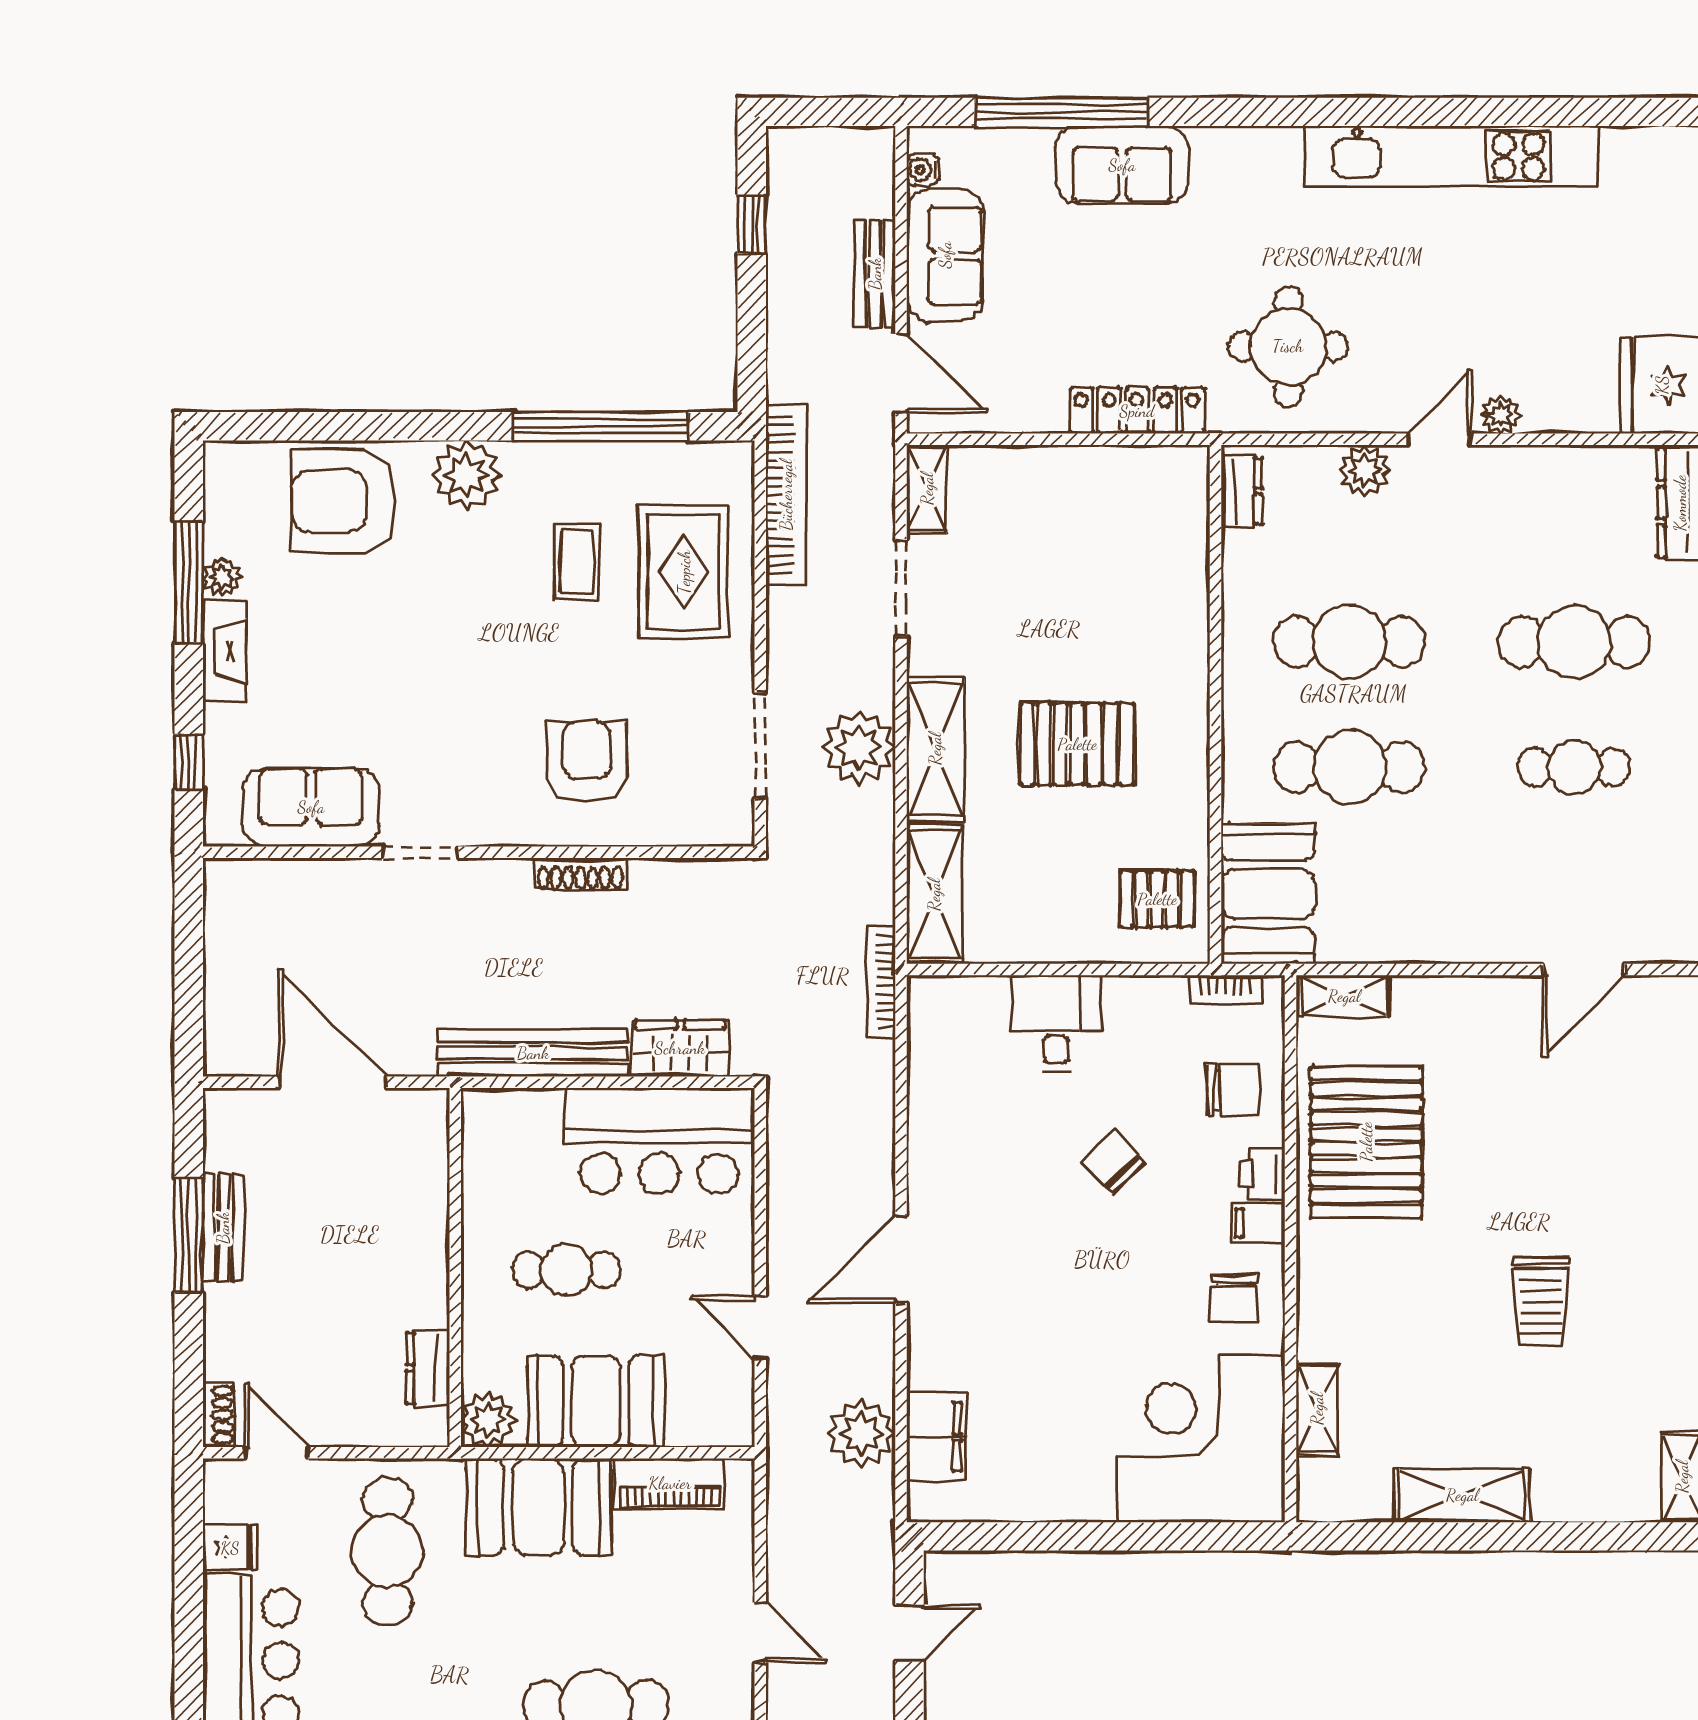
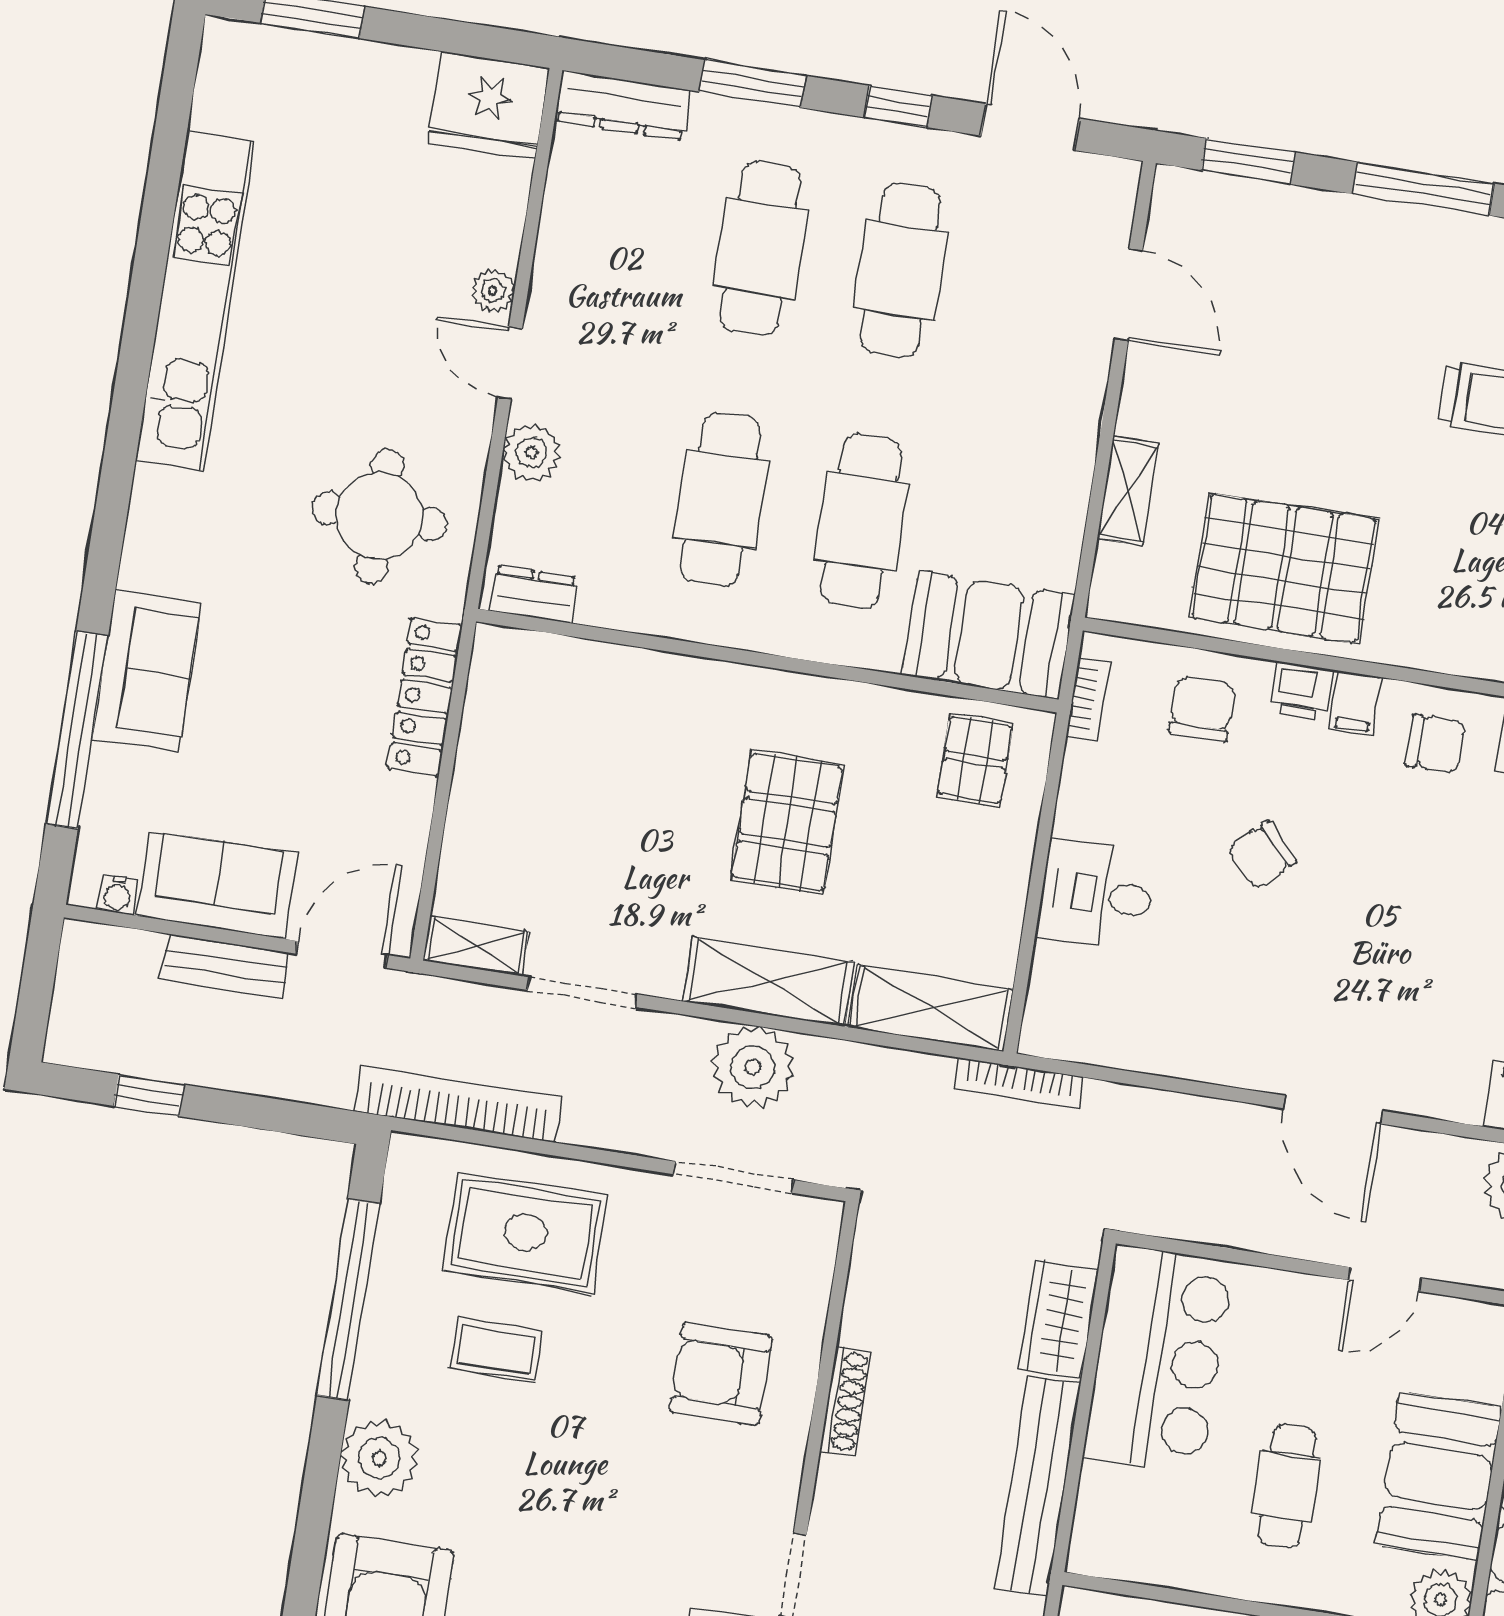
cafe table: (1574, 767) -> (901, 270), width x1.37, depth x1.35
shelving: (1344, 996) -> (1128, 491), moved

